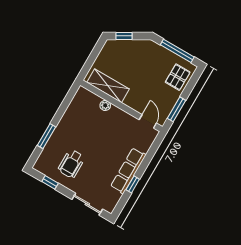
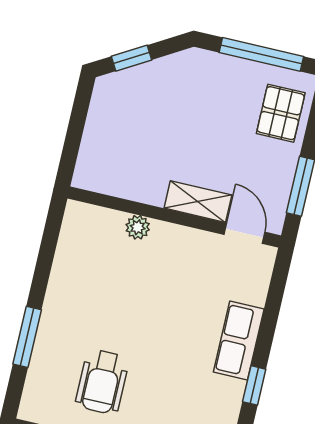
shelving: (108, 86) -> (198, 202), moved, width x0.67, depth x0.75
row of seats: (128, 171) -> (239, 341), width x0.68

